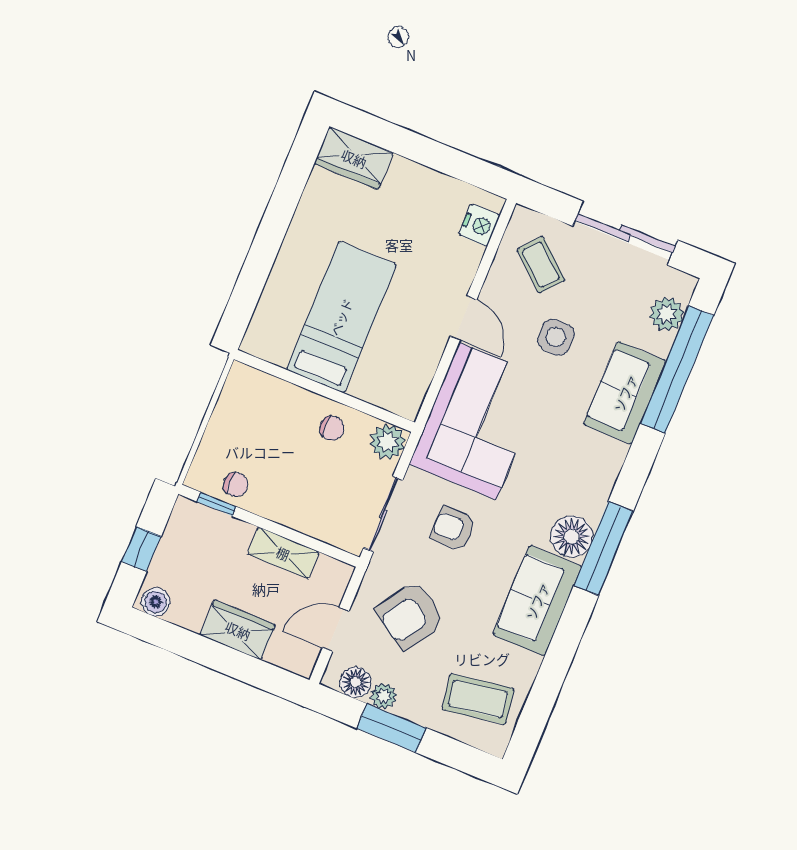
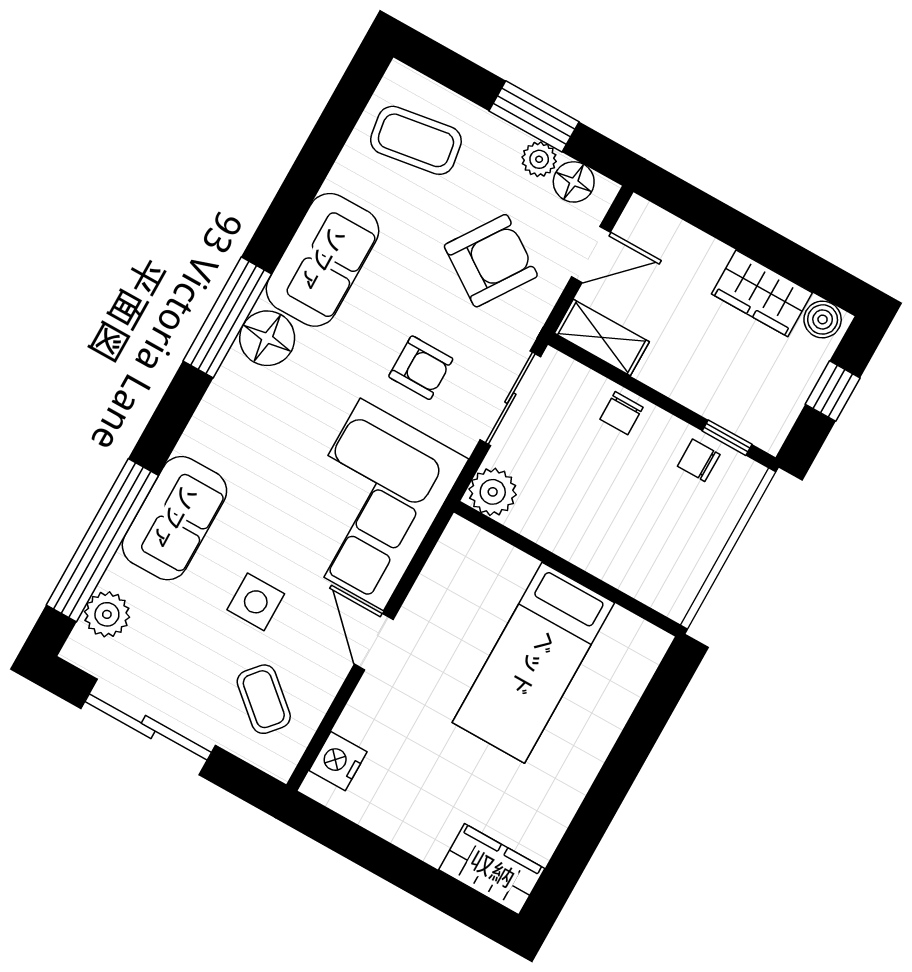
chair: (332, 428) -> (622, 413), moved, turned -90
shelving: (283, 553) -> (602, 337), moved
wardrobe: (238, 630) -> (762, 293), moved

